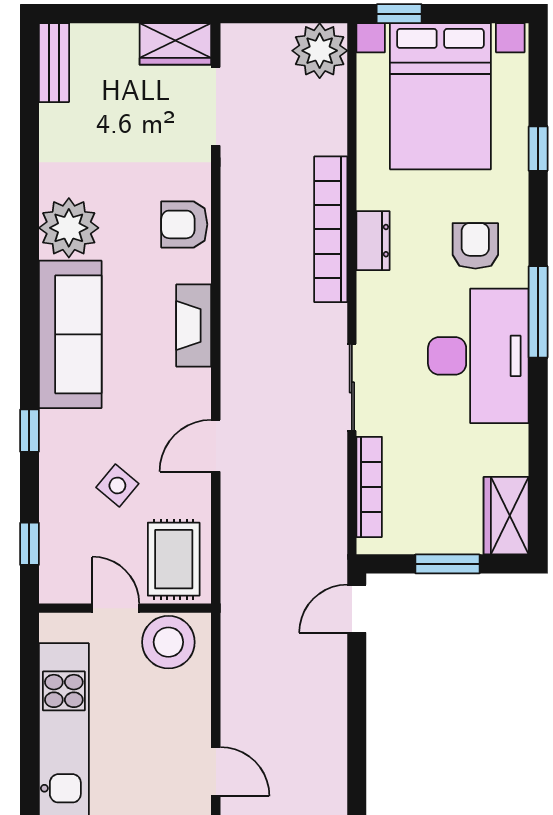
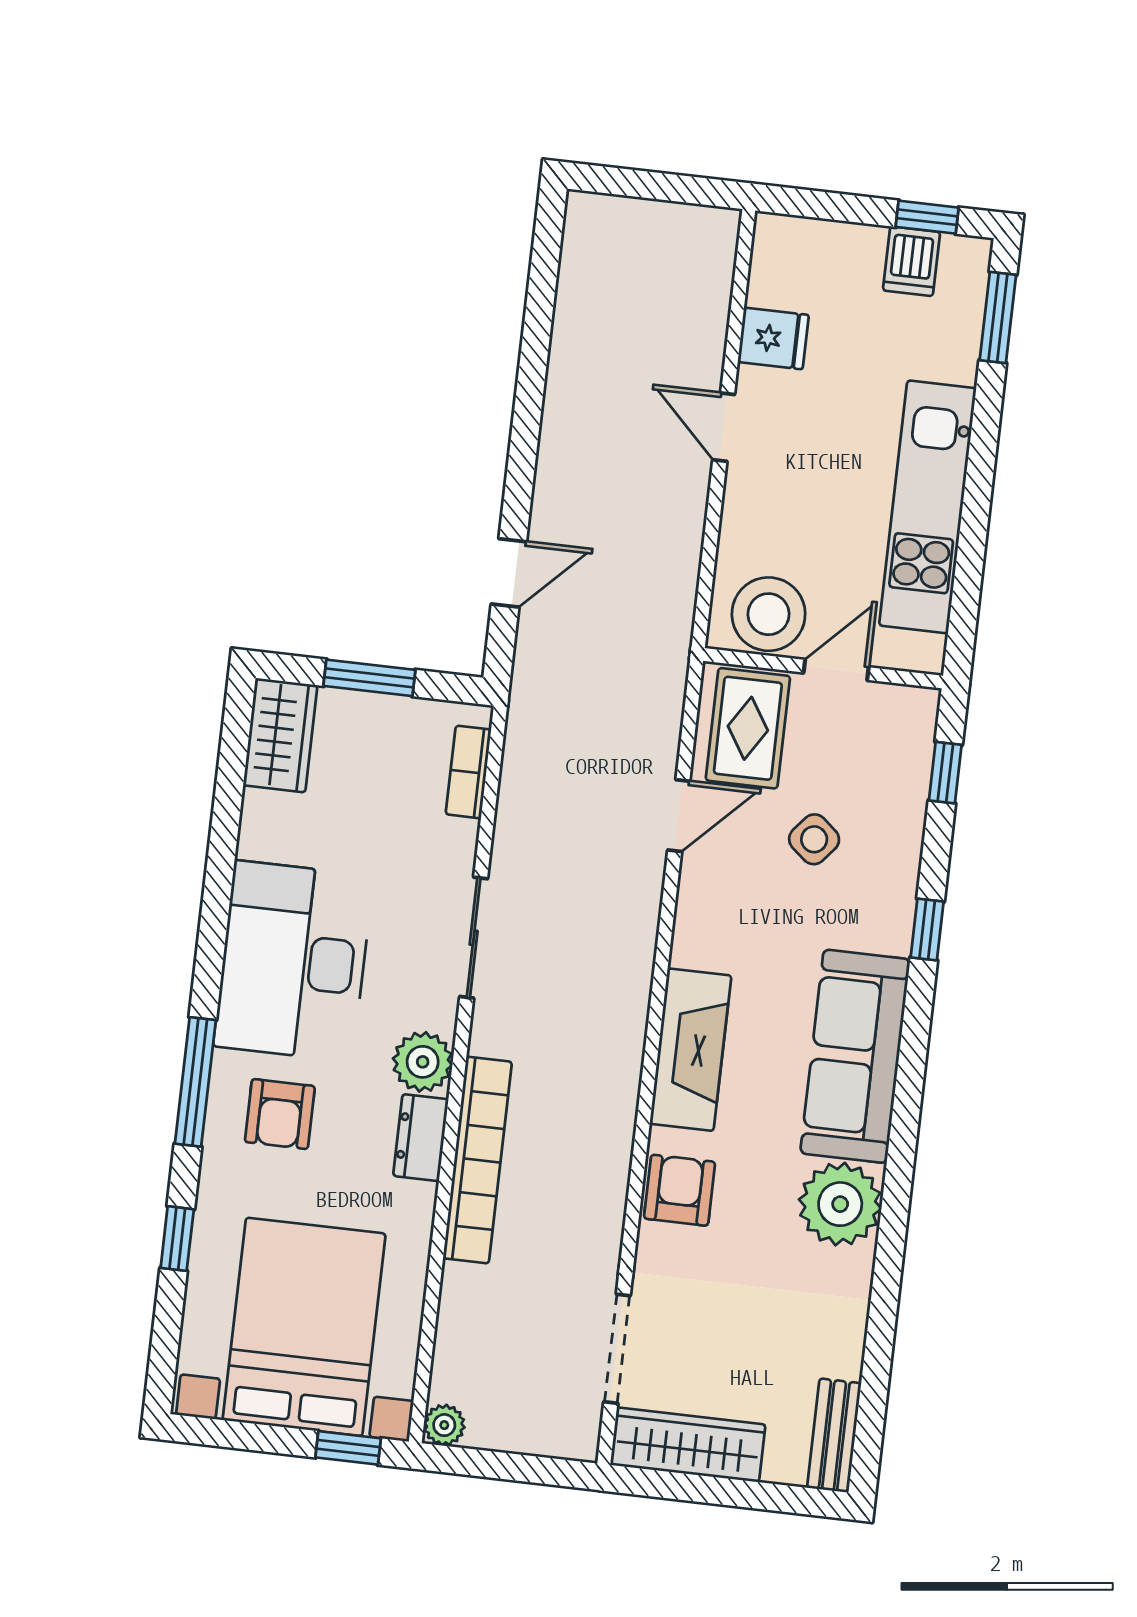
wardrobe: (175, 44) -> (688, 1445), width x1.50
plant: (320, 51) -> (444, 1425), width x0.53, depth x0.53
armchair: (184, 224) -> (680, 1190), turned -90
plant: (378, 295) -> (423, 1062), added
window: (538, 312) -> (195, 1082), moved
fireplace: (194, 325) -> (690, 1050), width x1.37, depth x1.32
door: (216, 446) -> (679, 816), moved
bookcase: (369, 487) -> (468, 772), width x0.64
door: (116, 608) -> (836, 670), swing flipped
door: (357, 609) -> (509, 573), moved

